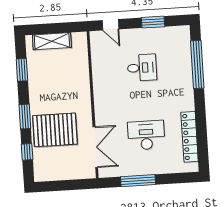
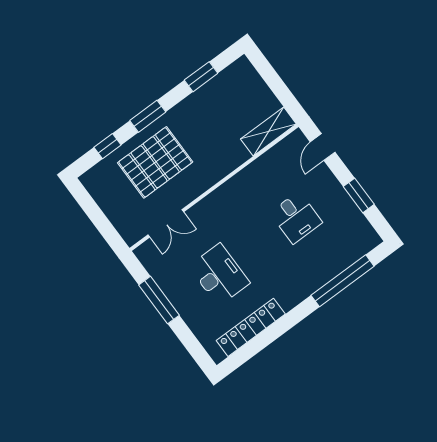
shelving: (52, 41) -> (268, 132), moved, turned 90
pallet: (55, 130) -> (155, 162), turned 90
double door: (95, 147) -> (166, 223), width x0.73

